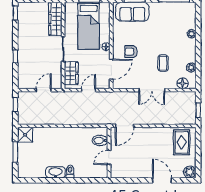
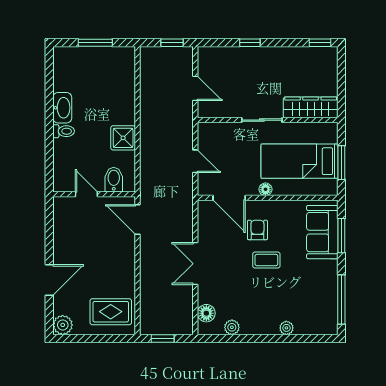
coffee table: (163, 63) -> (266, 260), moved
wardrobe: (71, 73) -> (223, 133), removed
shower: (25, 135) -> (123, 138), moved

